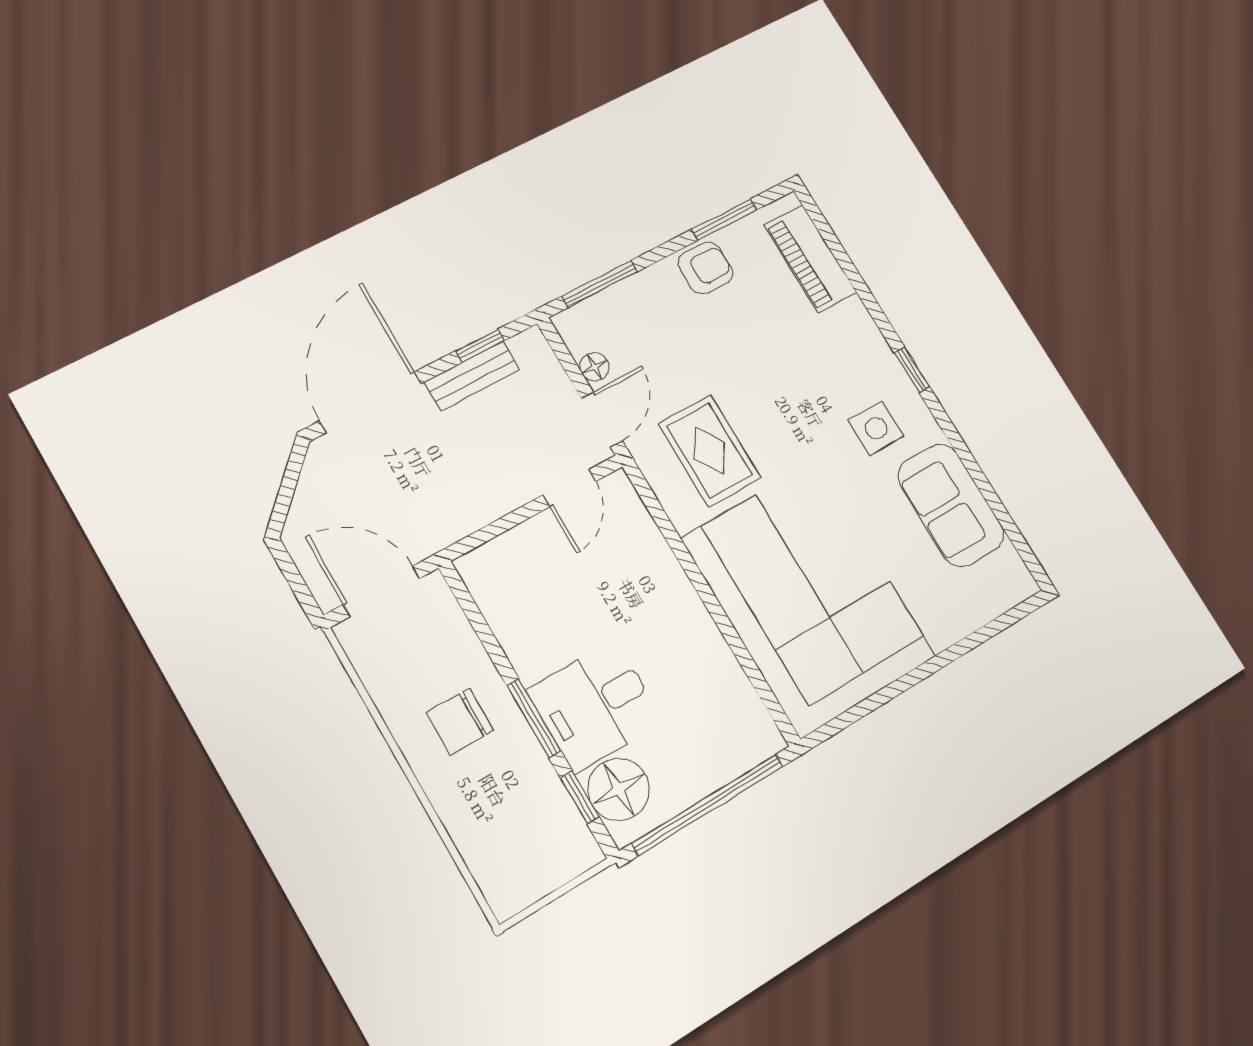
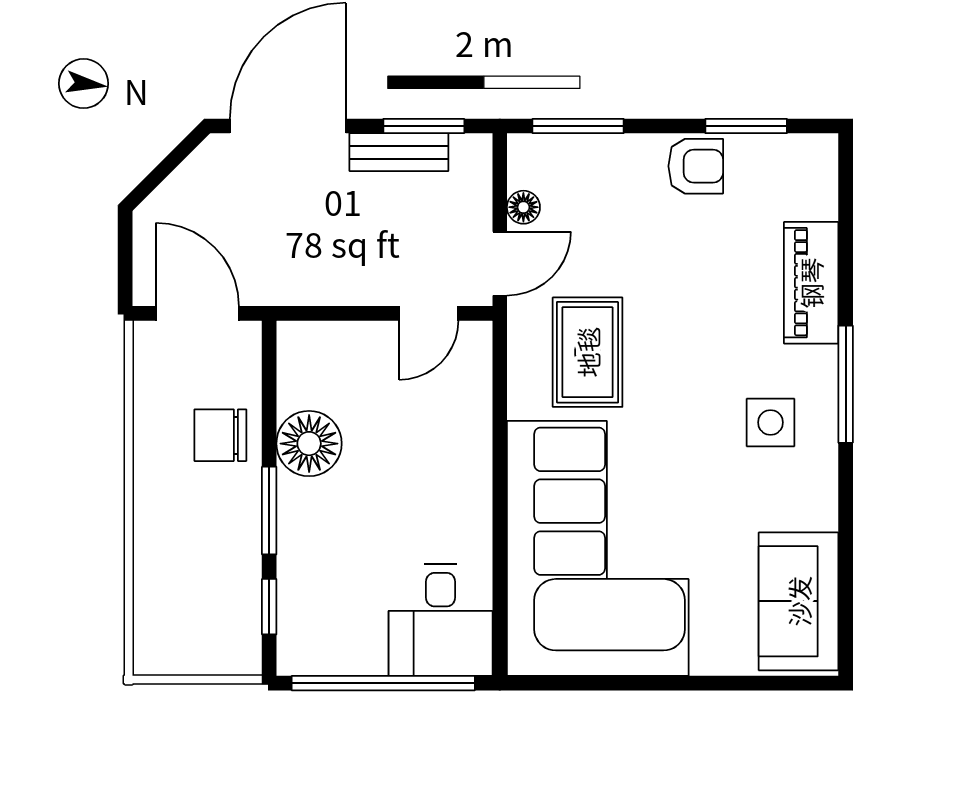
piano: (810, 259) -> (811, 283), moved
window: (480, 346) -> (424, 126), width x1.50
window: (912, 370) -> (846, 384), width x2.17
sofa: (951, 505) -> (799, 601), moved
desk: (595, 706) -> (441, 620), moved, turned -90
chair: (460, 722) -> (220, 435), moved
floor lamp: (619, 789) -> (309, 444), moved

